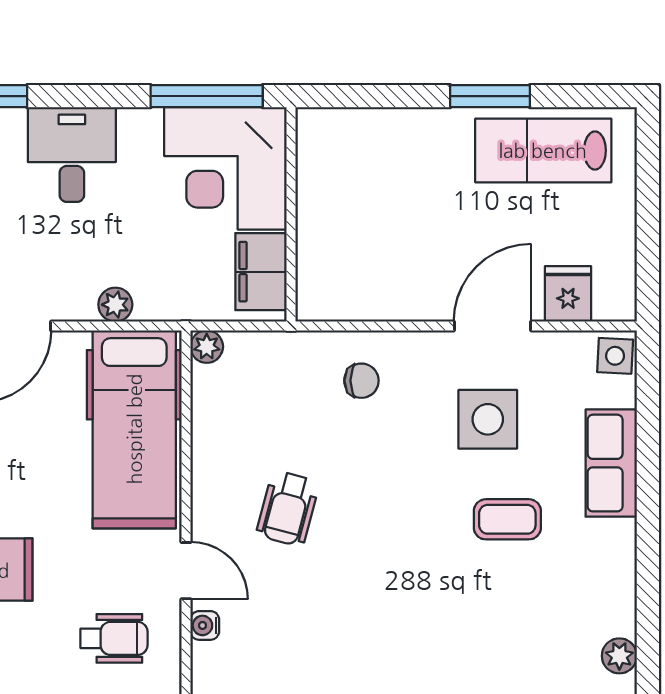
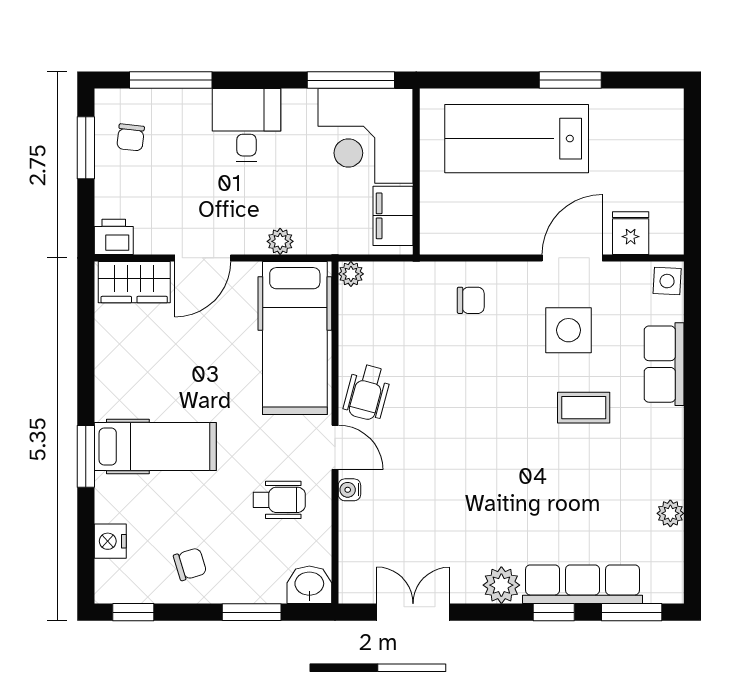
lab bench: (543, 150) -> (517, 139), moved, width x1.36, depth x1.39
wheelchair: (288, 508) -> (367, 392), moved

